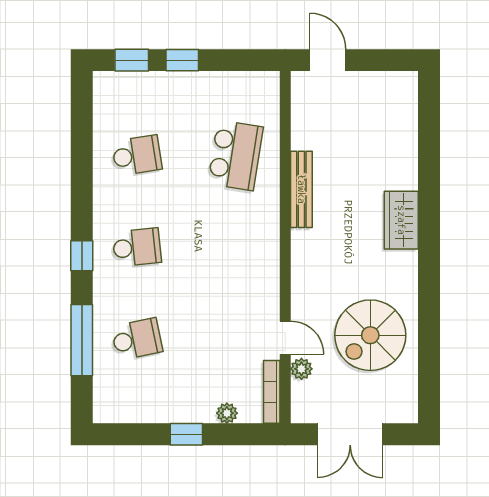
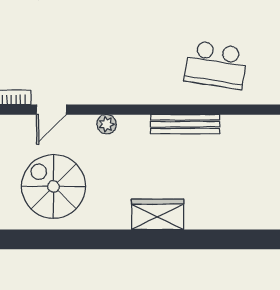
plant: (301, 369) -> (107, 124), moved

